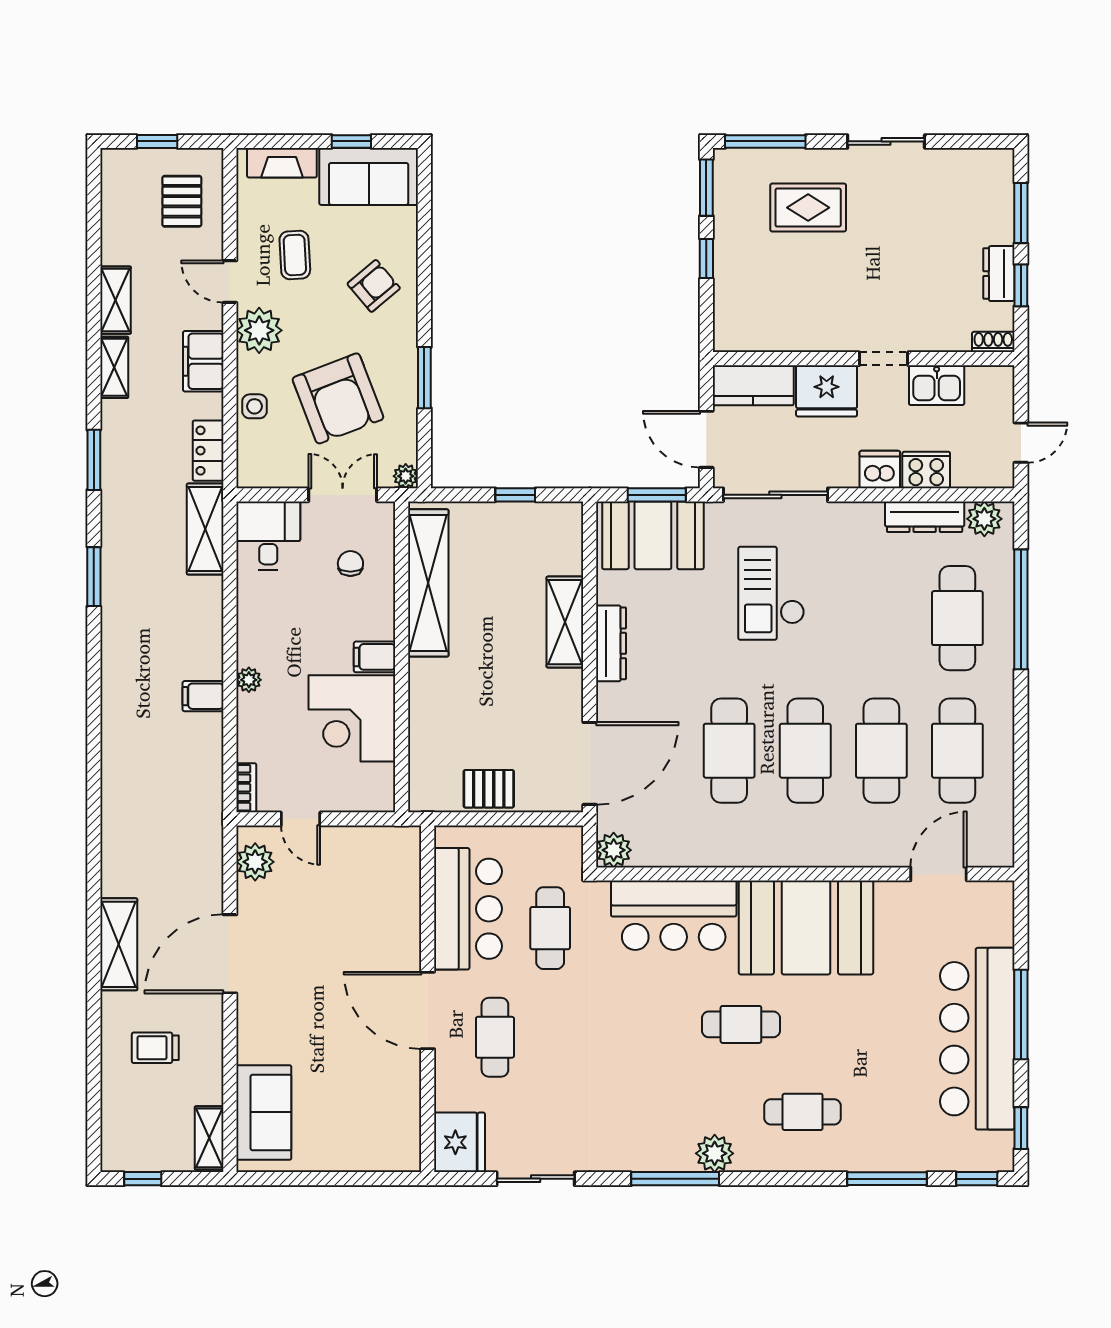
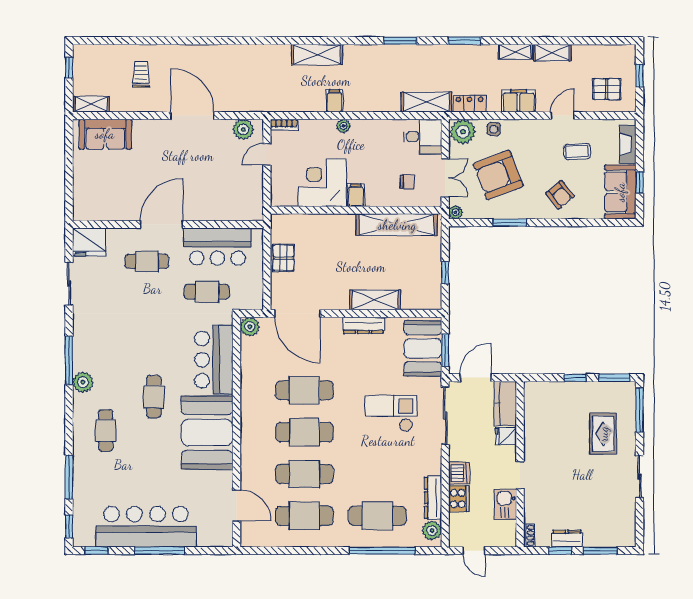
plant: (259, 330) -> (463, 132), moved
fridge: (827, 391) -> (506, 436), width x0.53, depth x0.75
shelving: (119, 944) -> (317, 54), moved

